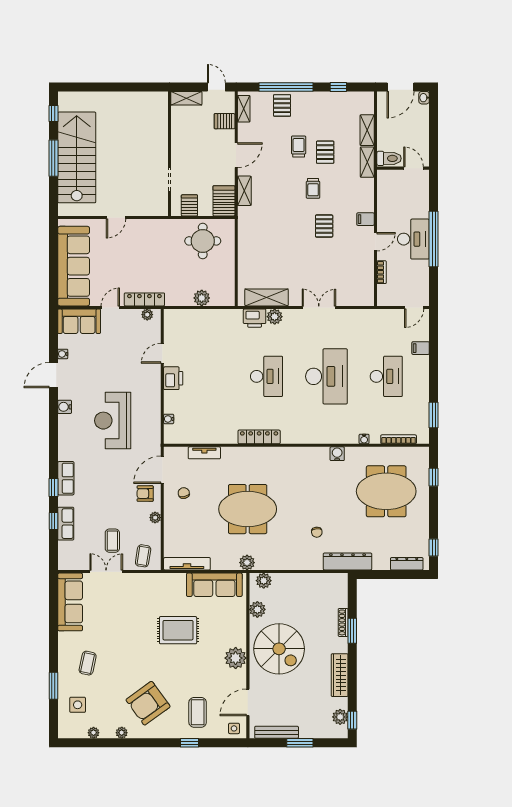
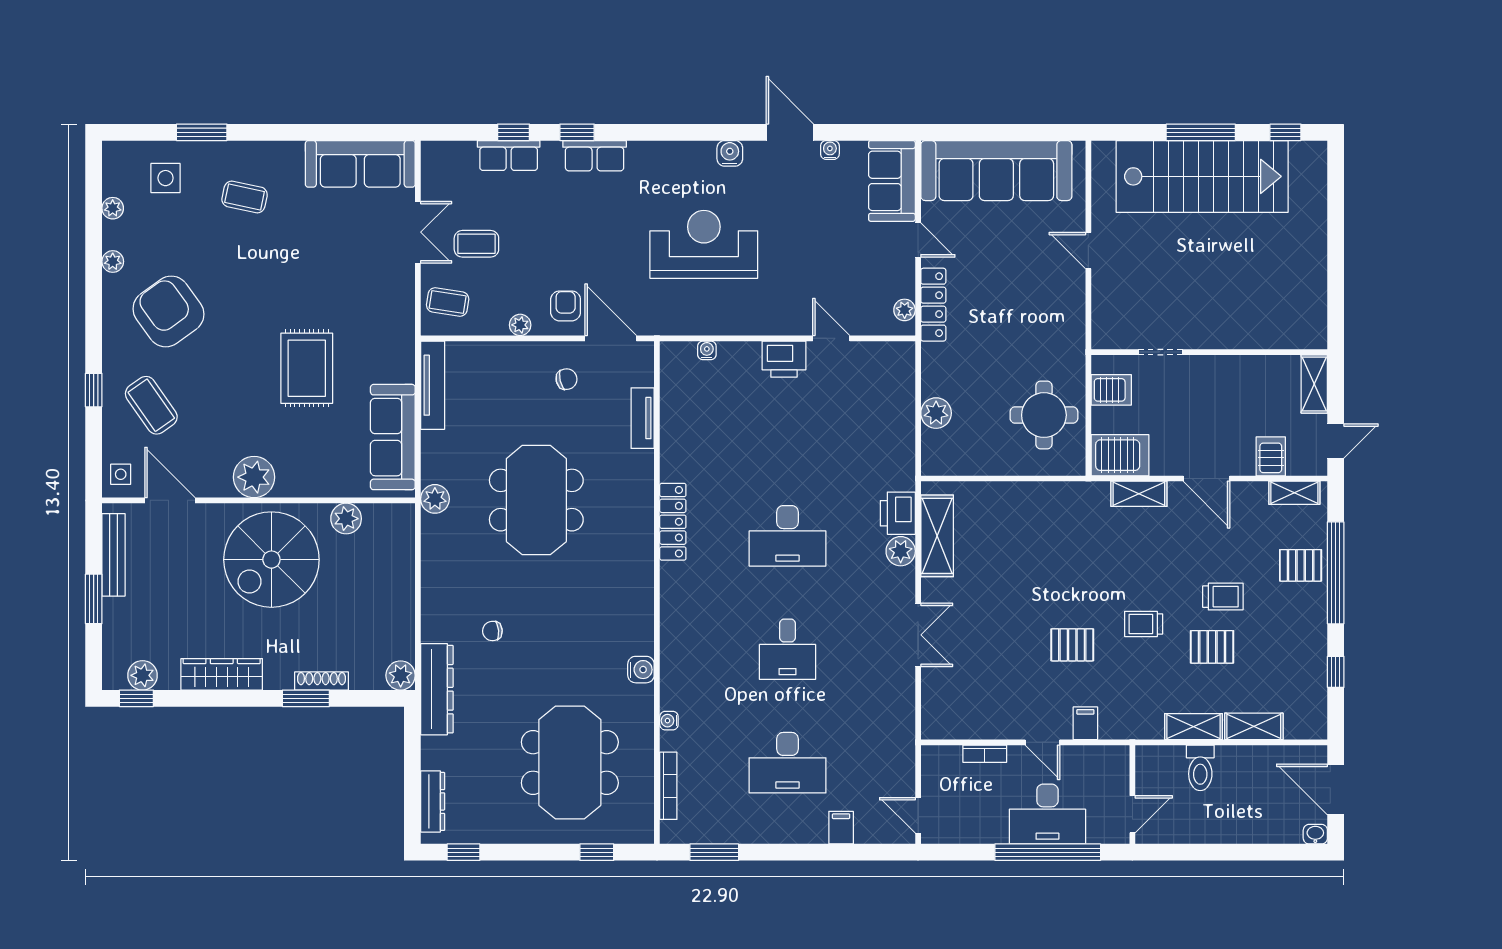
wall: (403, 168) -> (1132, 794), moved
door: (414, 168) -> (1132, 814), moved
desk: (326, 376) -> (787, 649), width x0.53, depth x0.77
plant: (264, 581) -> (401, 675), moved
coffee table: (198, 712) -> (151, 405), turned 55

